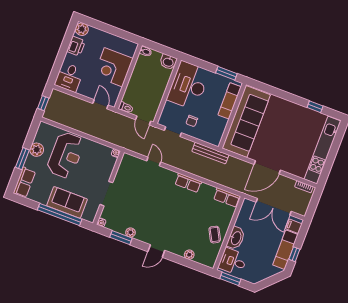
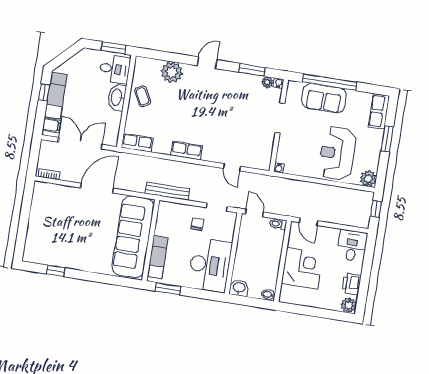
plant: (37, 150) -> (368, 179), moved
kitchen unit: (323, 150) -> (36, 222), removed
plant: (131, 232) -> (267, 82), moved
plant: (189, 255) -> (172, 72), width x1.88, depth x1.88

